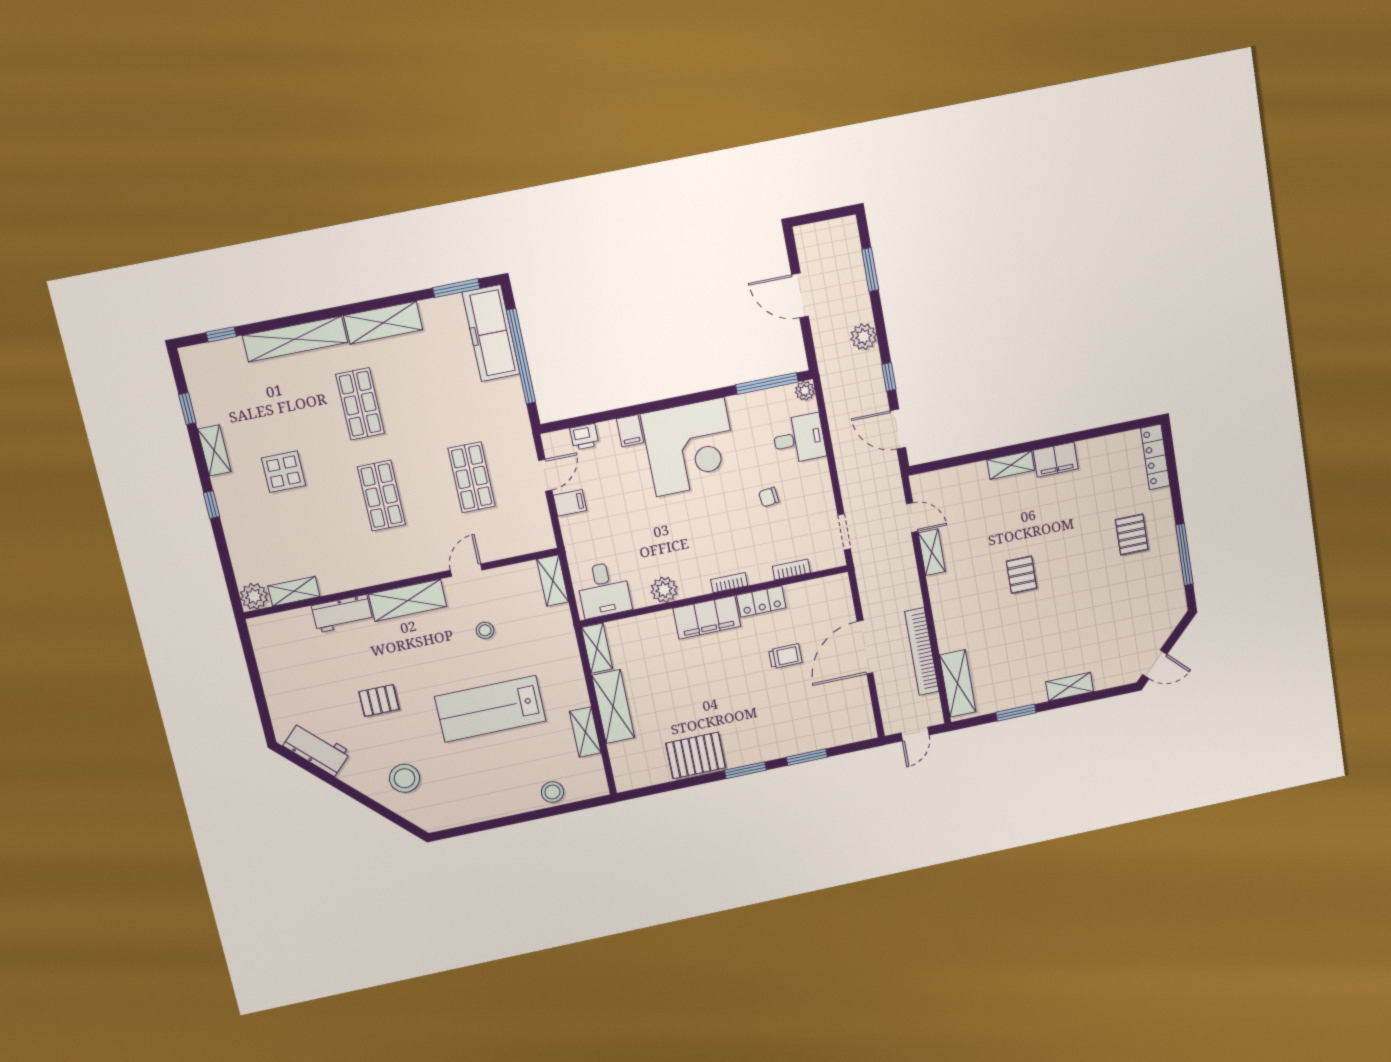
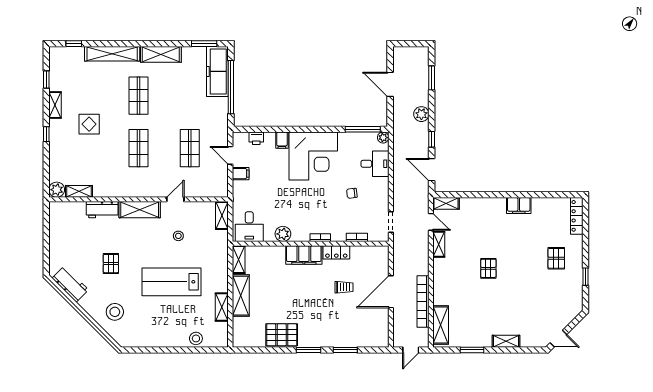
shelving: (1011, 465) -> (446, 203), moved
door: (545, 475) -> (230, 155), swing flipped
window: (1184, 555) -> (585, 277), width x0.46
pallet: (379, 700) -> (111, 264), turned 90

